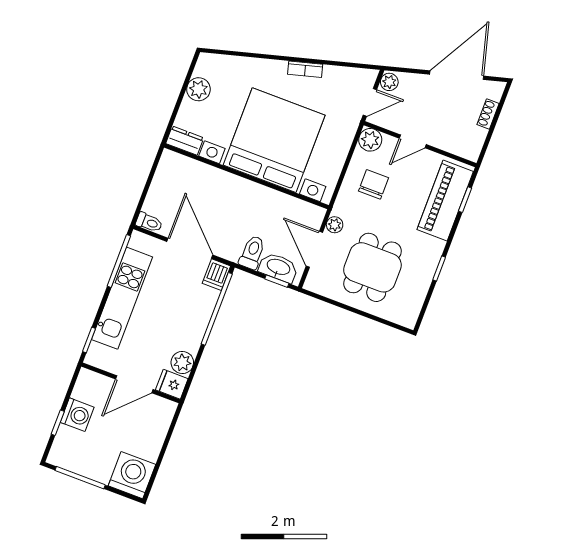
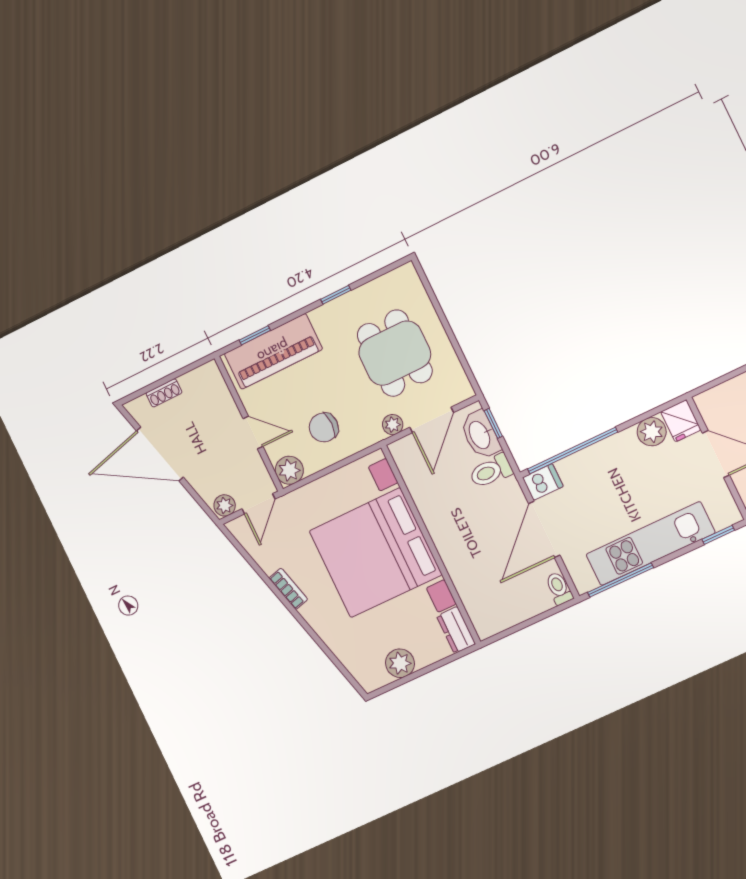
door: (370, 102) -> (259, 504), swing flipped
dining table: (372, 267) -> (395, 353), turned 90

